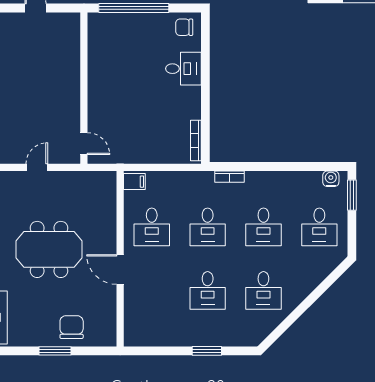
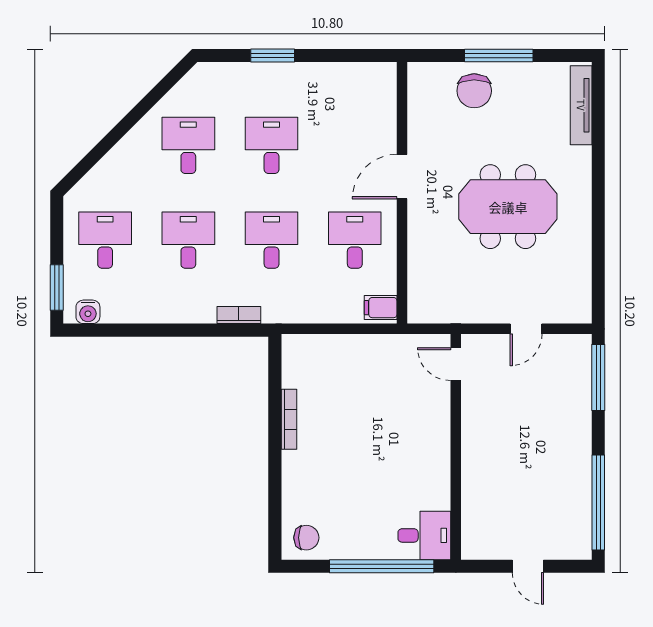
desk: (183, 69) -> (424, 535), moved, turned 180
bookcase: (196, 141) -> (289, 419), moved
door: (120, 270) -> (402, 177), swing flipped
window: (55, 351) -> (499, 55), width x1.44

